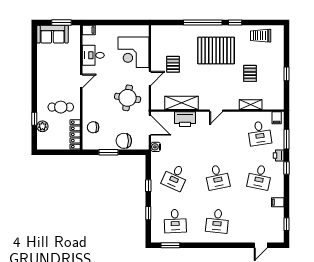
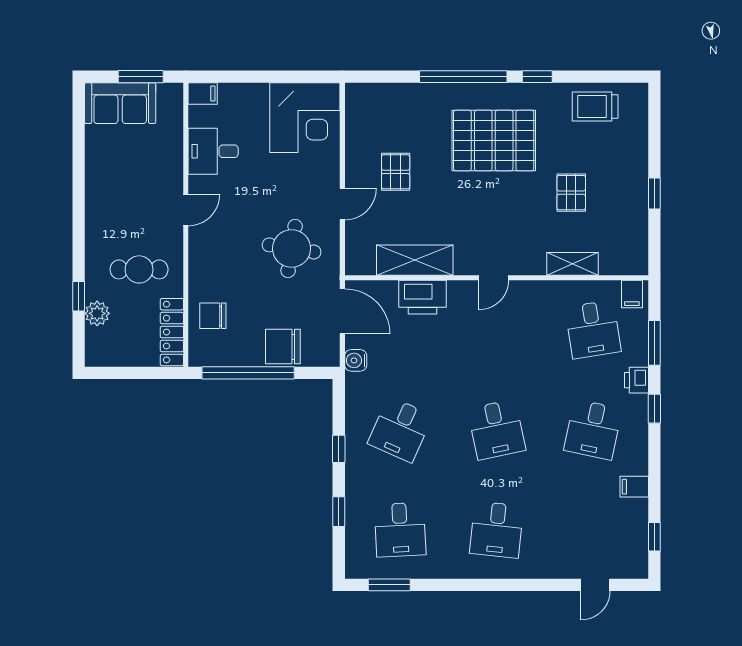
corner desk: (133, 52) -> (305, 118), moved, turned -90
window: (109, 152) -> (248, 373), width x2.11

